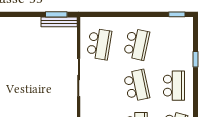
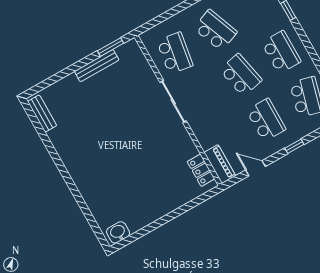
bench: (59, 22) -> (97, 66), moved
school desk: (137, 44) -> (215, 30), turned -33

